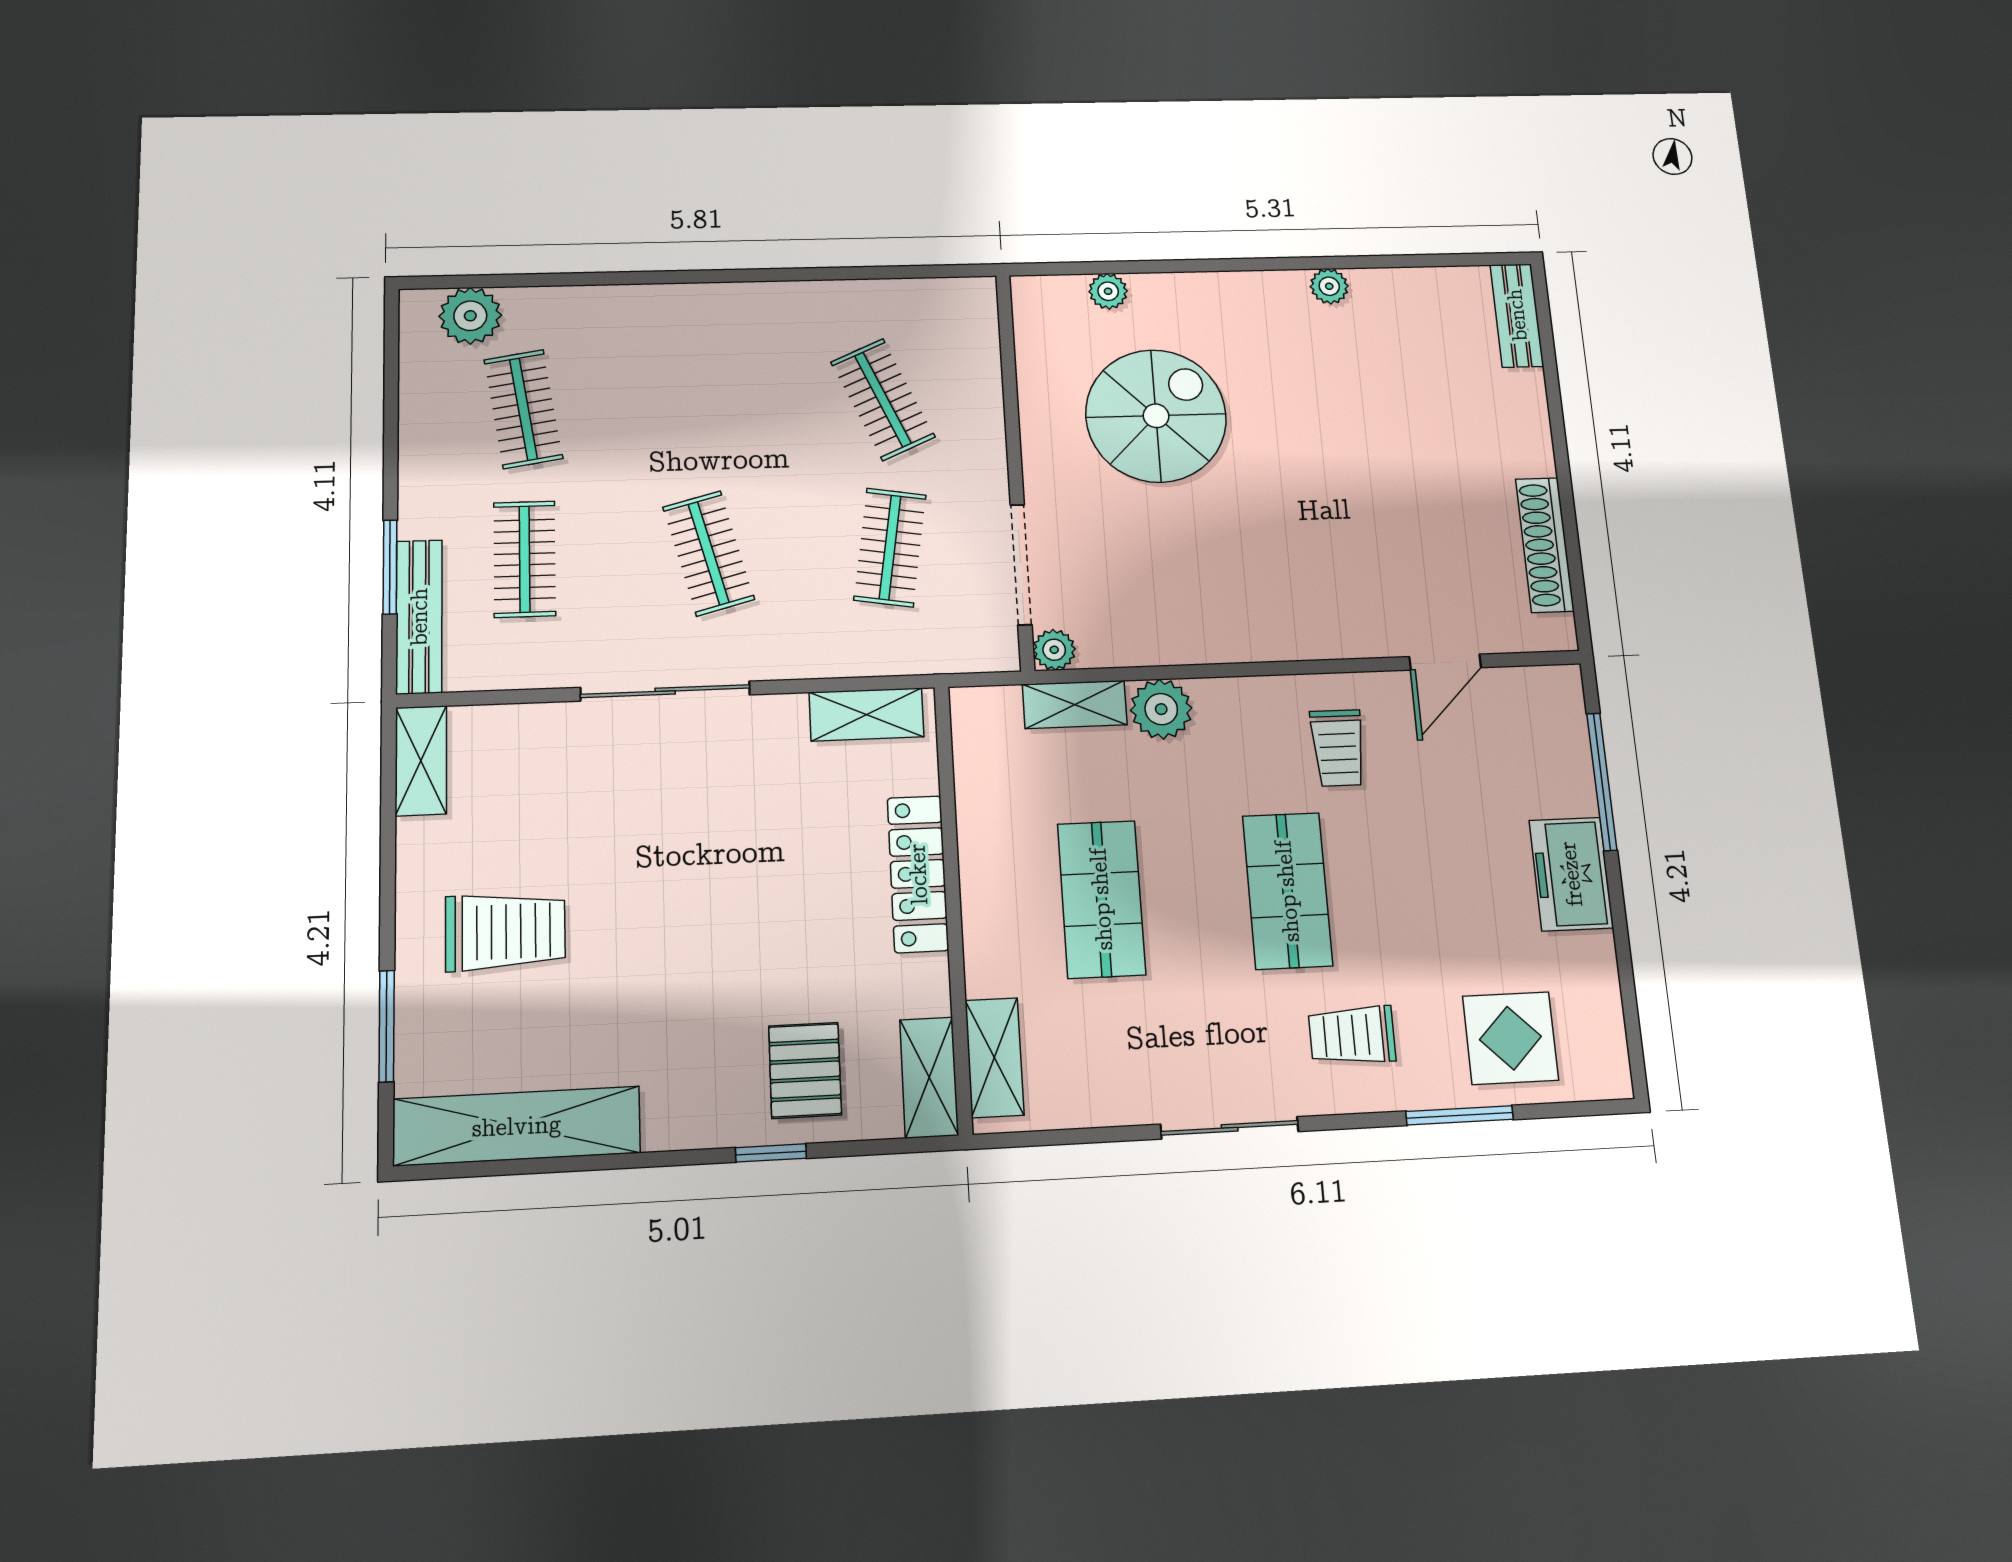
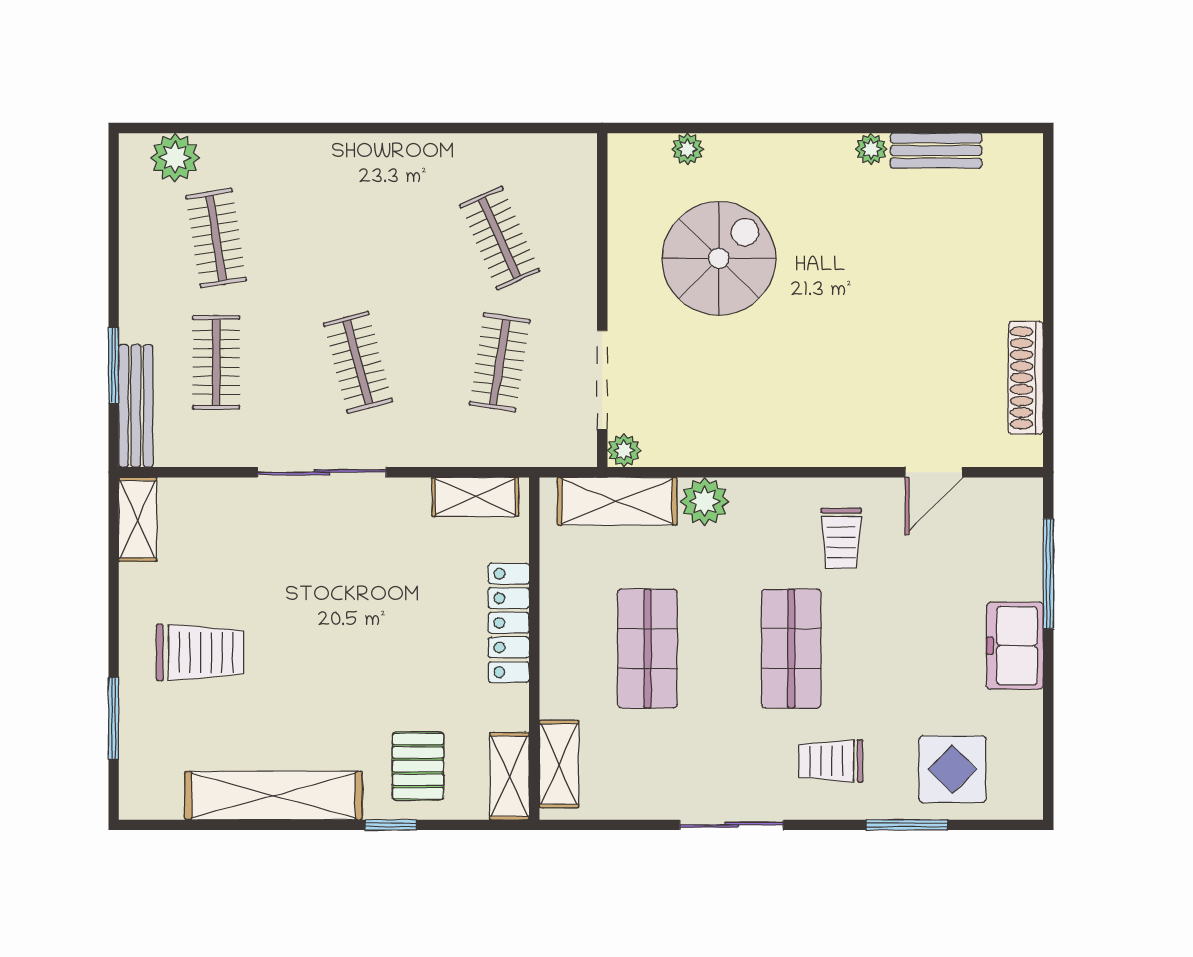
bench: (1517, 315) -> (936, 151), moved, turned 90
shelving: (1075, 705) -> (617, 501), width x1.50, depth x1.33
shelving: (517, 1126) -> (273, 796), moved

